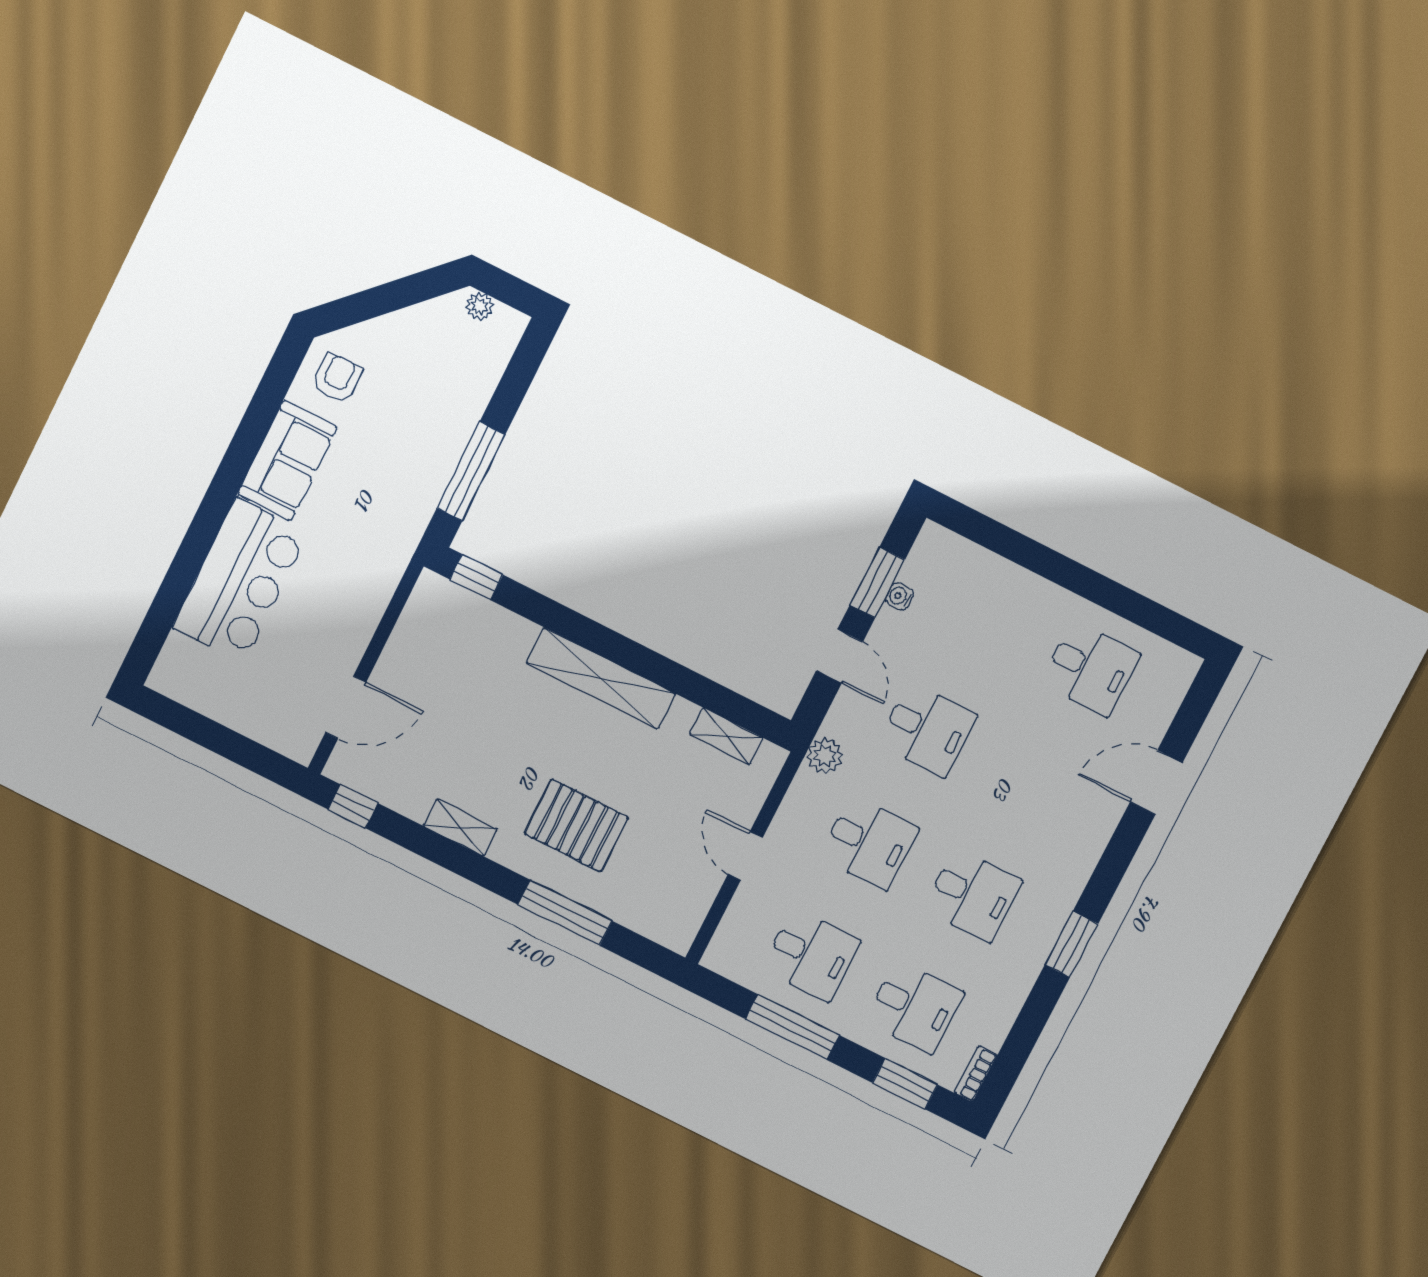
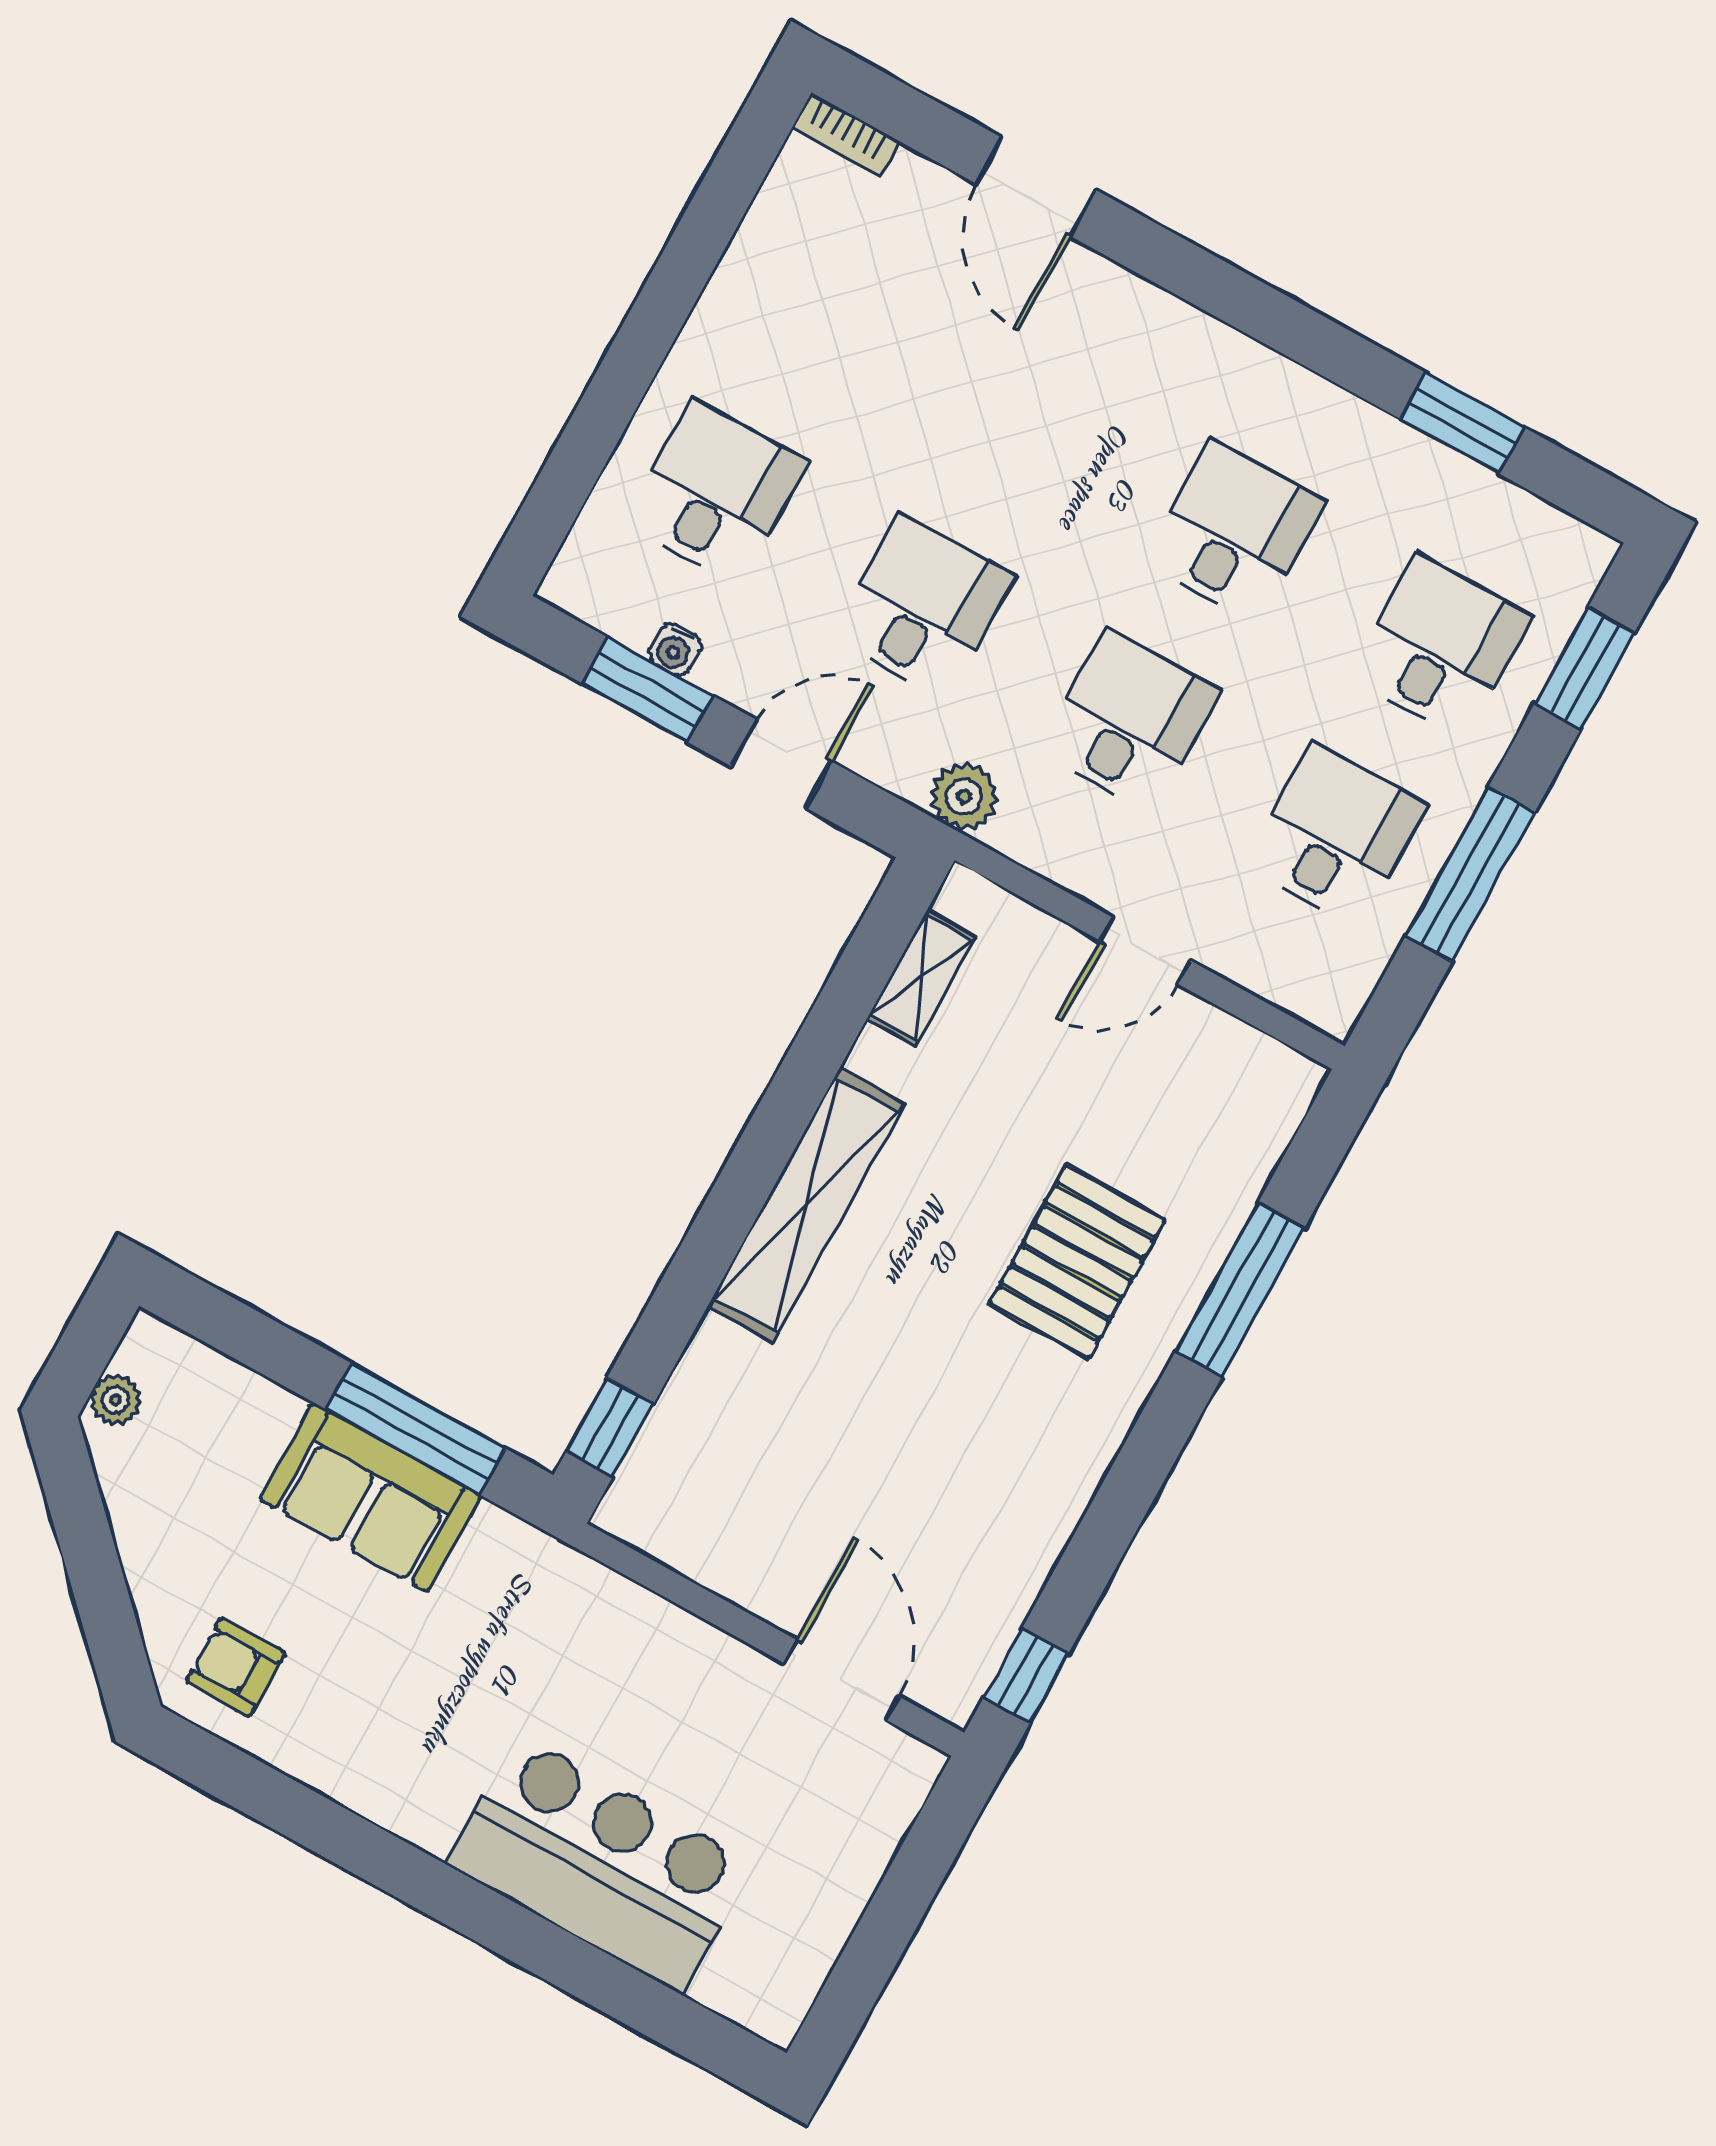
sofa: (287, 461) -> (370, 1497), moved, turned 180
desk: (1090, 668) -> (716, 492), moved
shelving: (460, 827) -> (1073, 1478), removed
window: (1071, 944) -> (1462, 423), moved
bookcase: (976, 1074) -> (846, 134), moved

